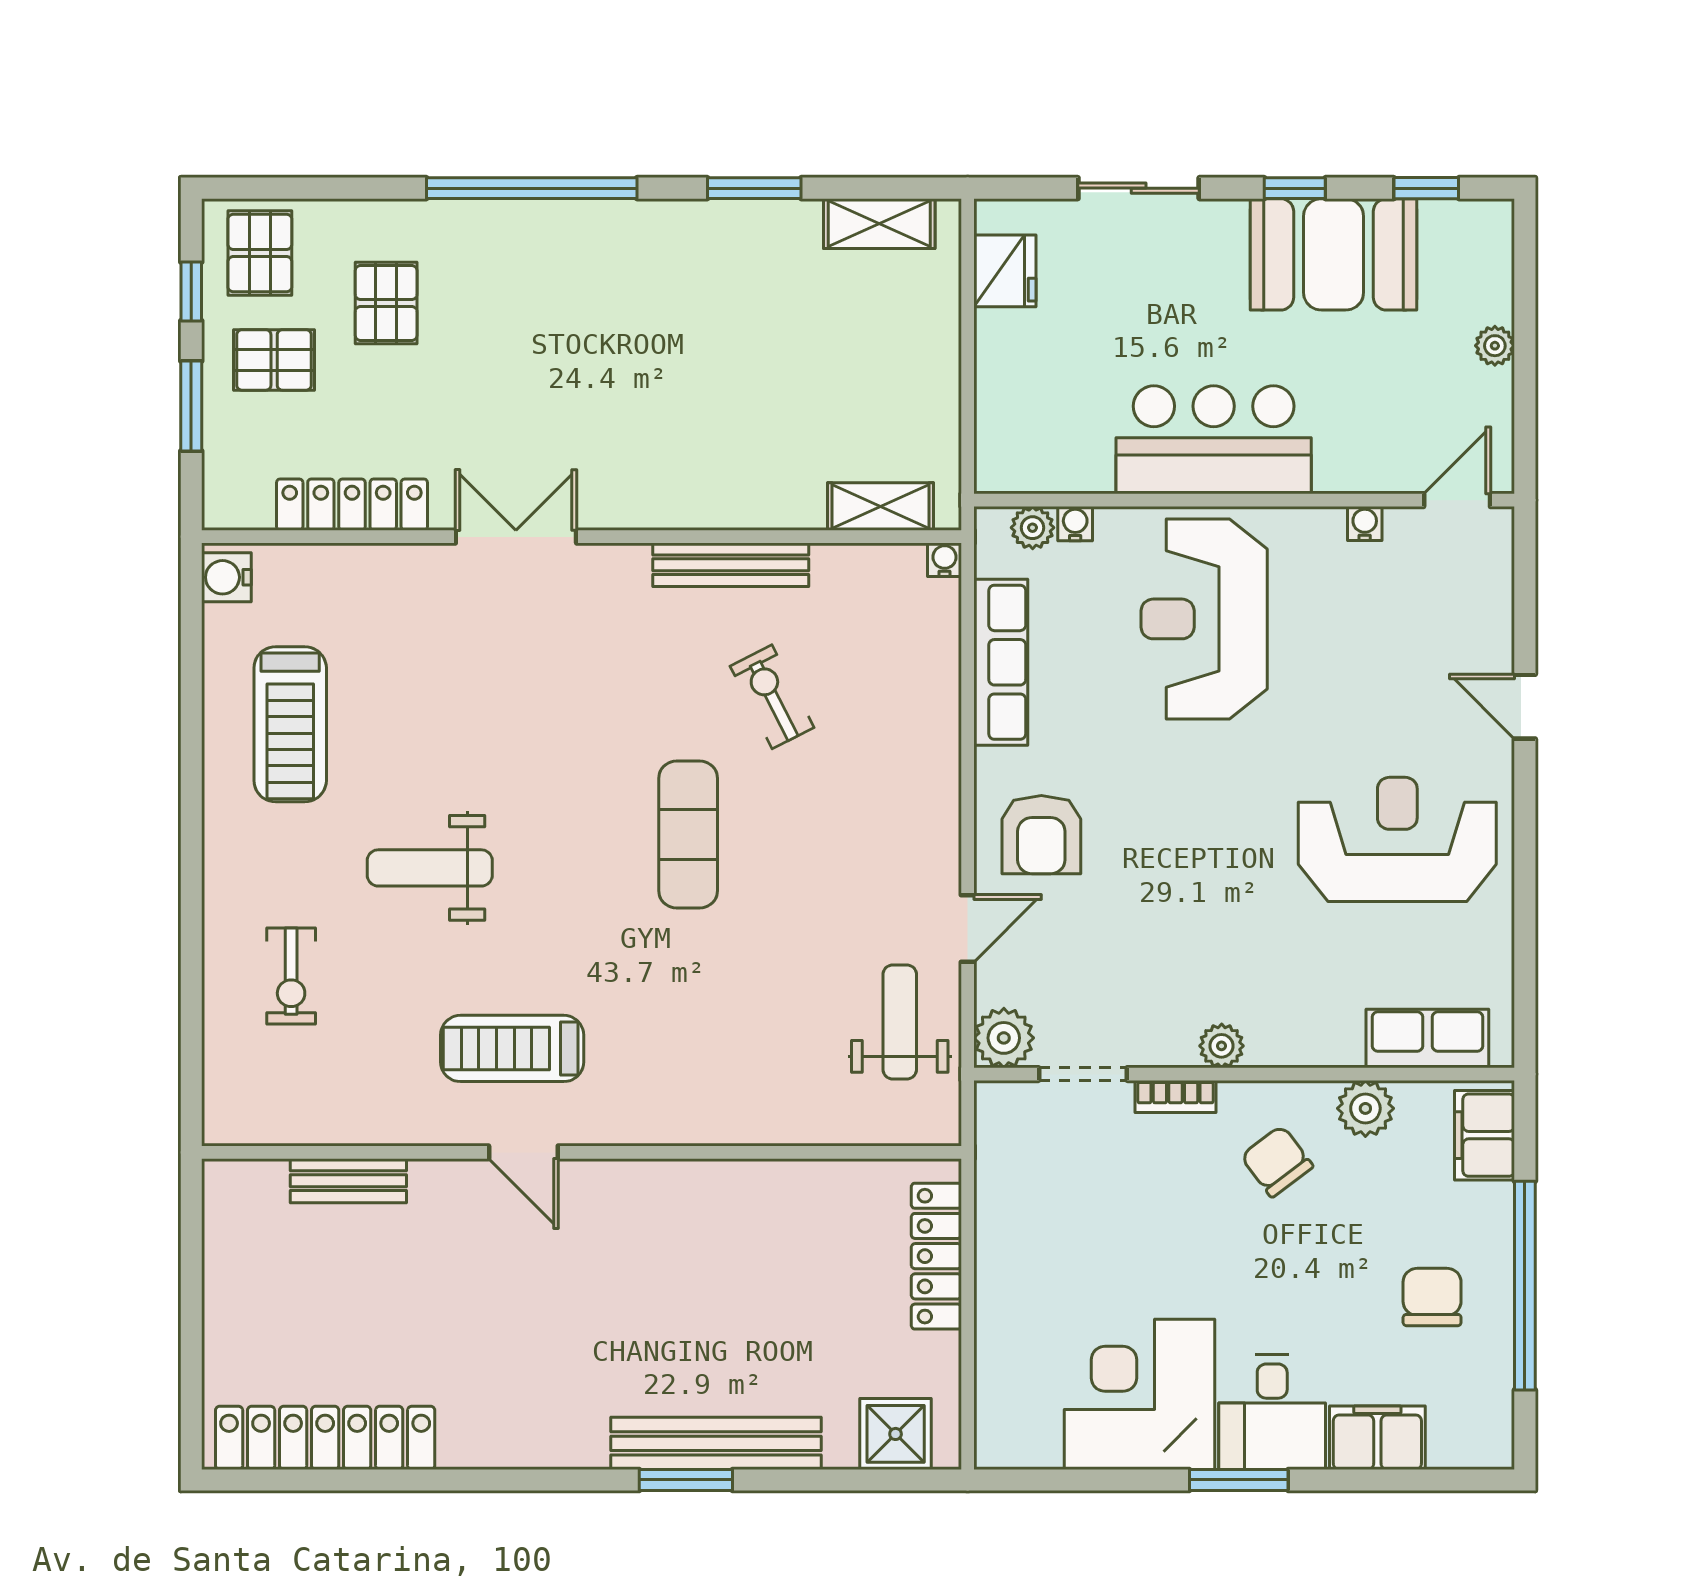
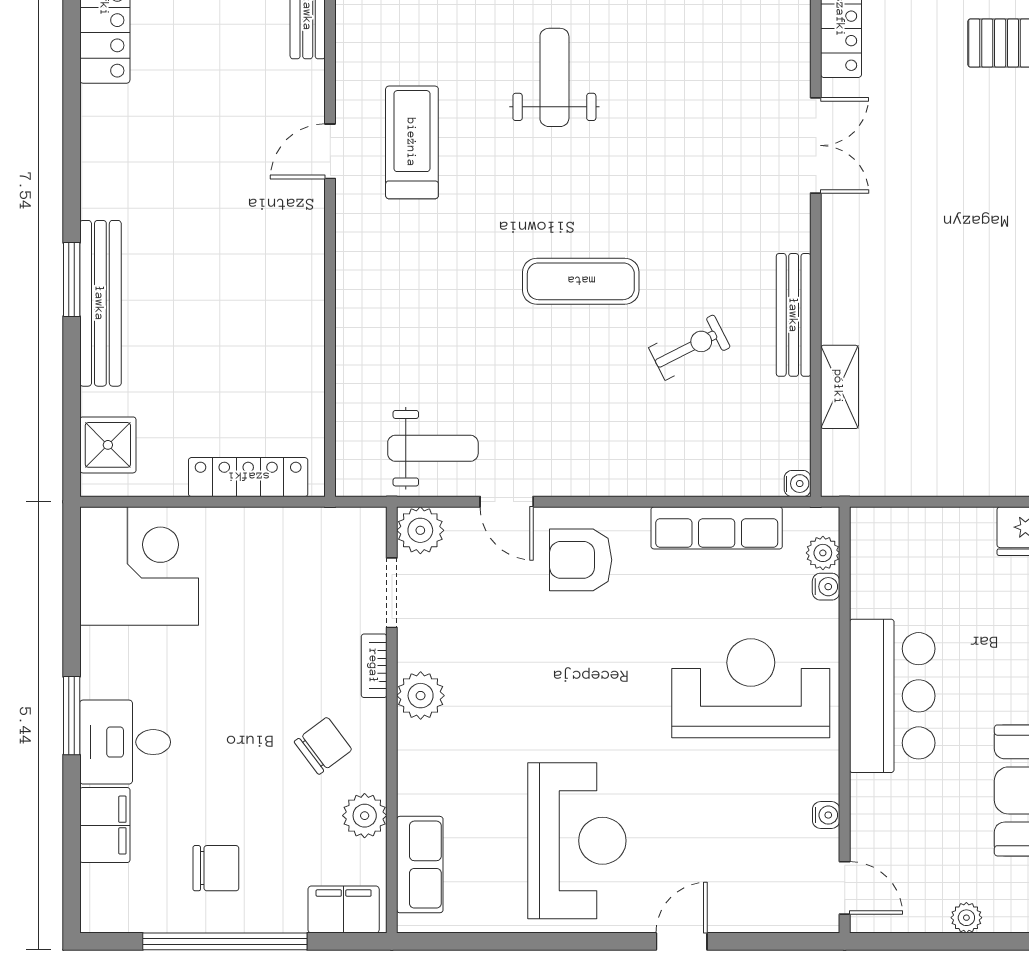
shelving: (881, 507) -> (839, 387), moved
plant: (1222, 1046) -> (421, 696), width x1.38, depth x1.38
corner desk: (1140, 1394) -> (139, 566), moved

